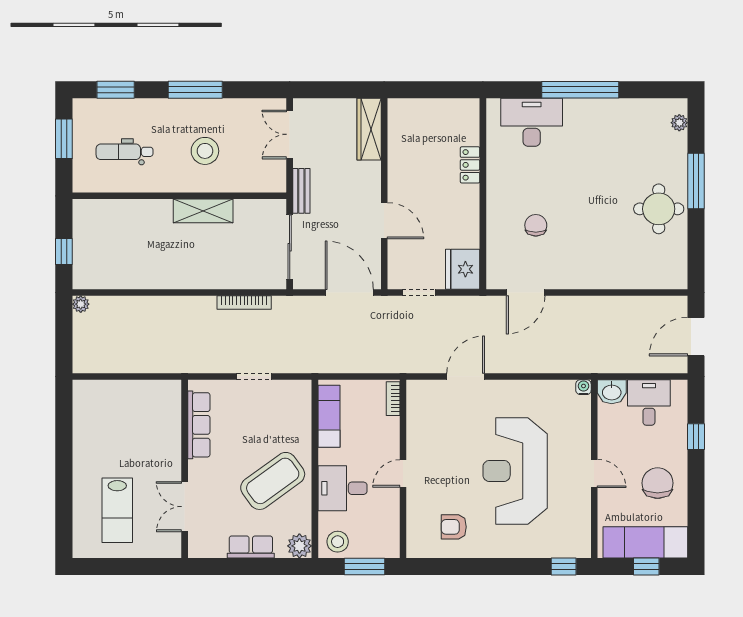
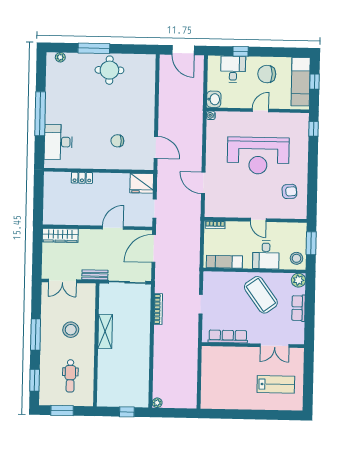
desk: (649, 403) -> (233, 69), moved, turned 90
armchair: (454, 527) -> (289, 191), turned -95

